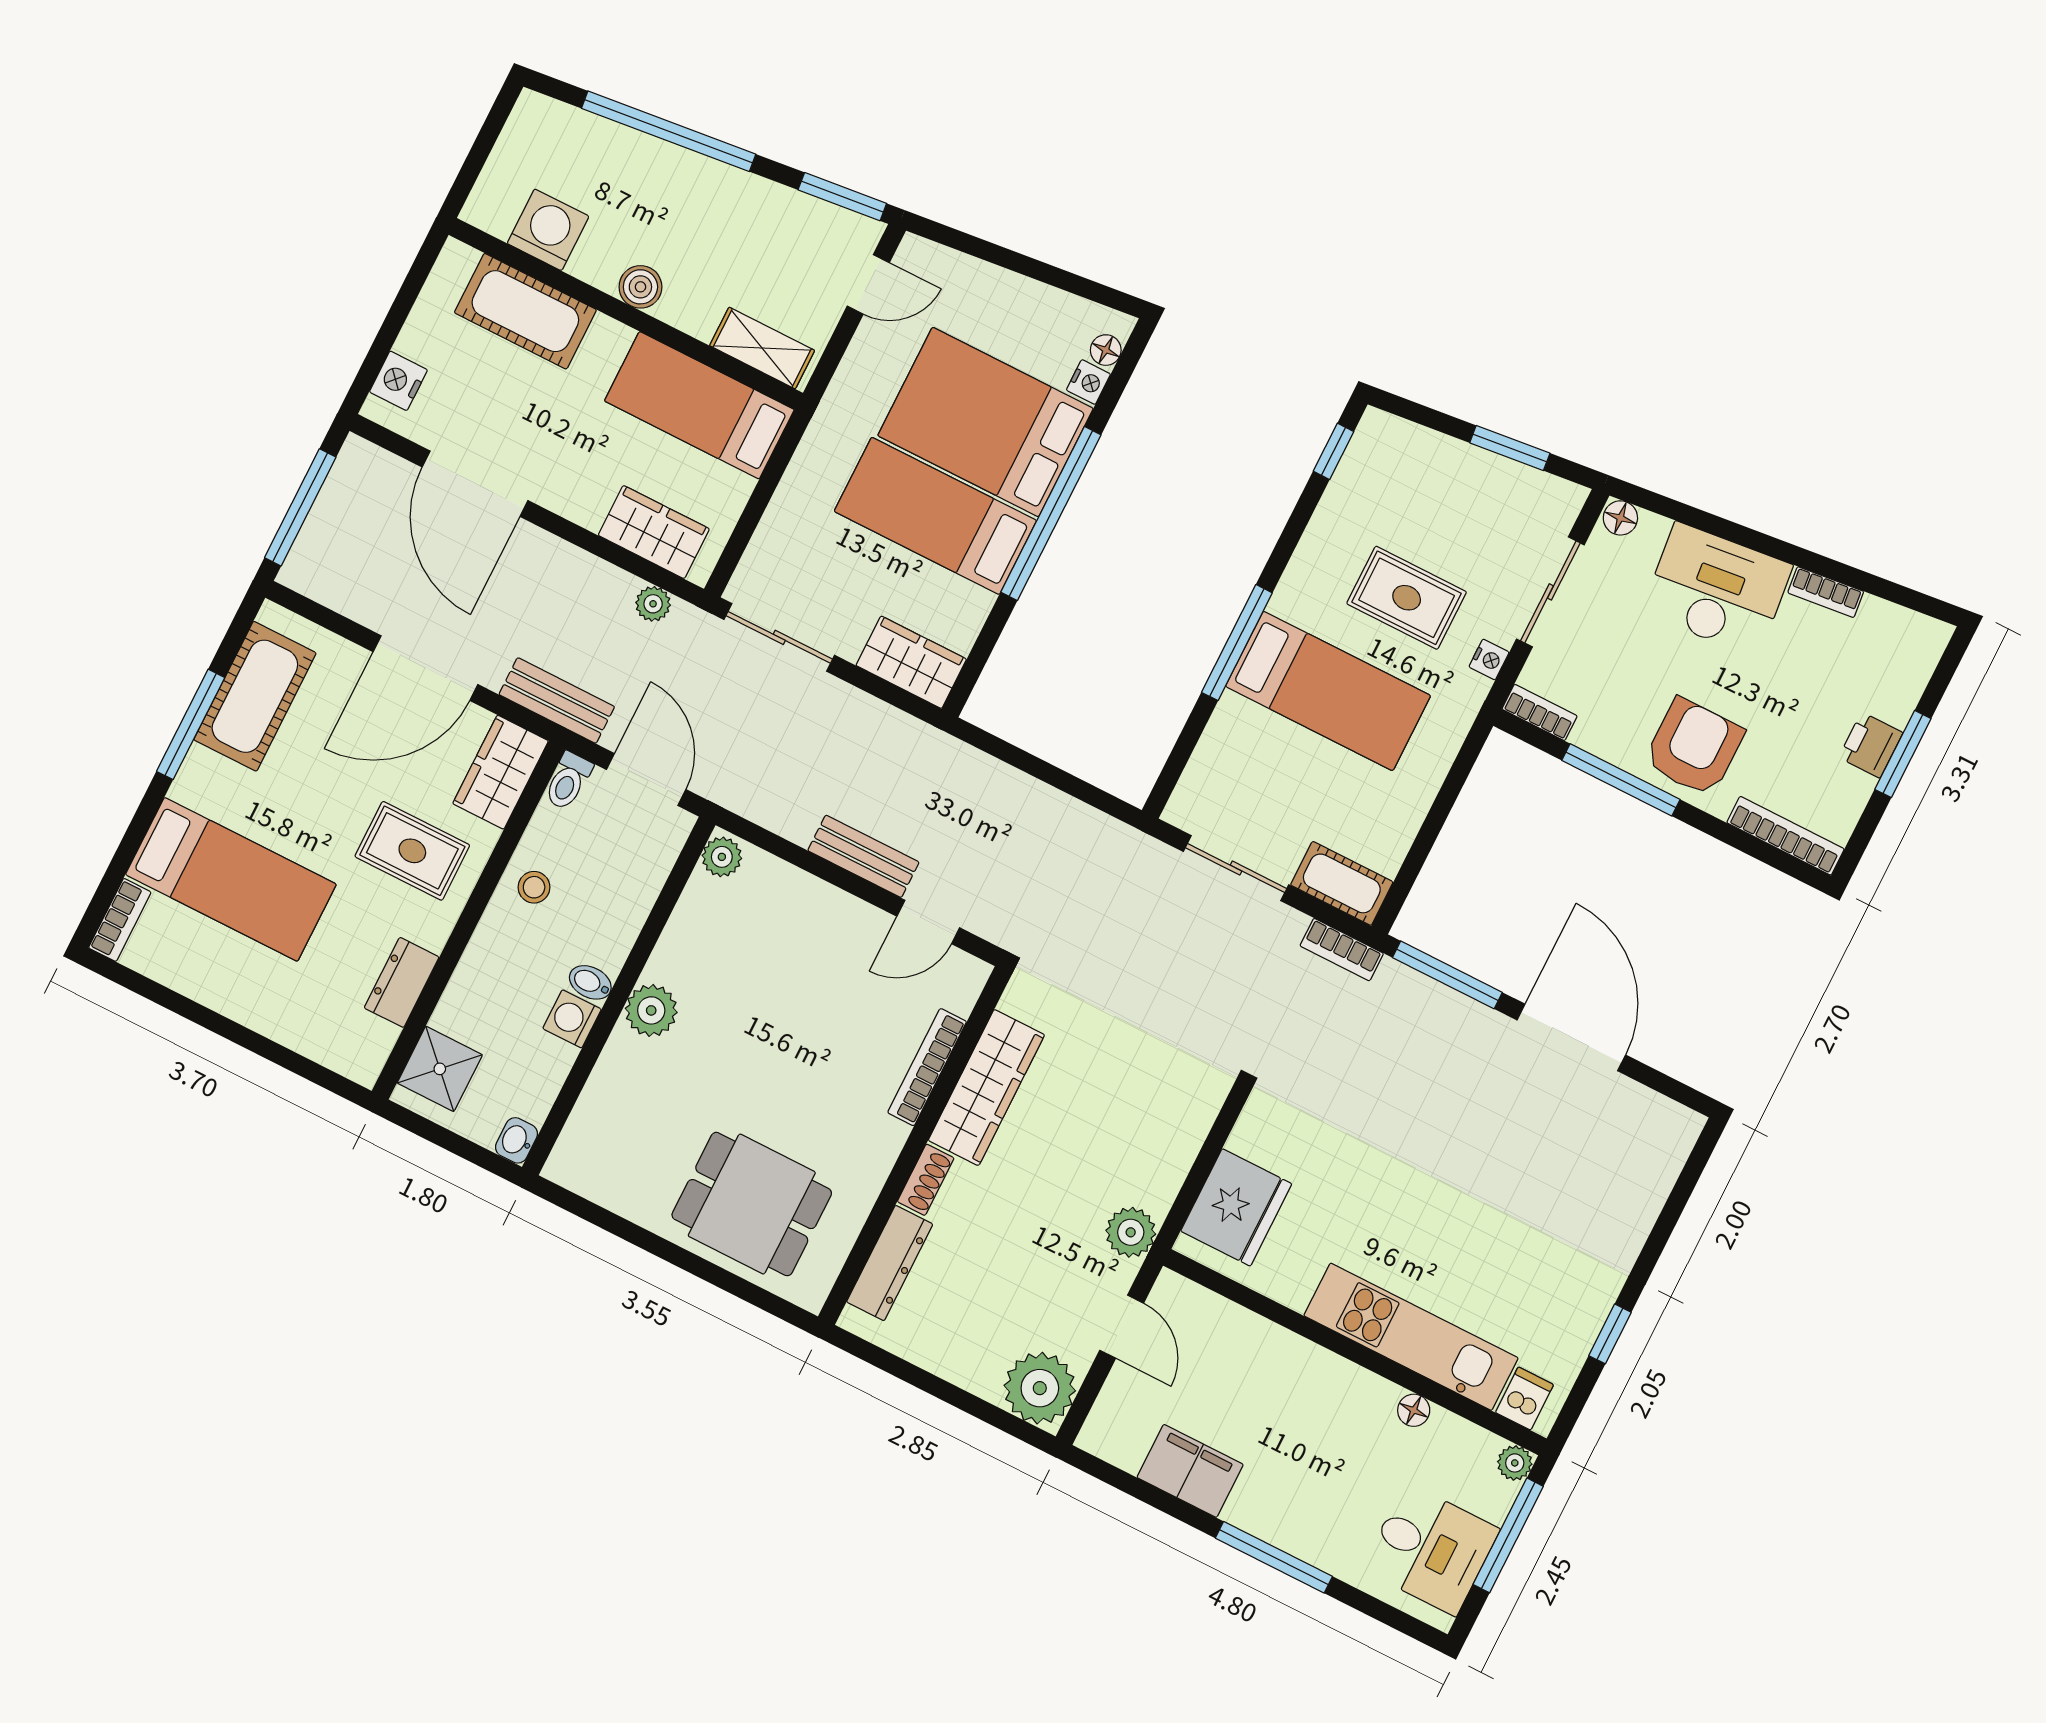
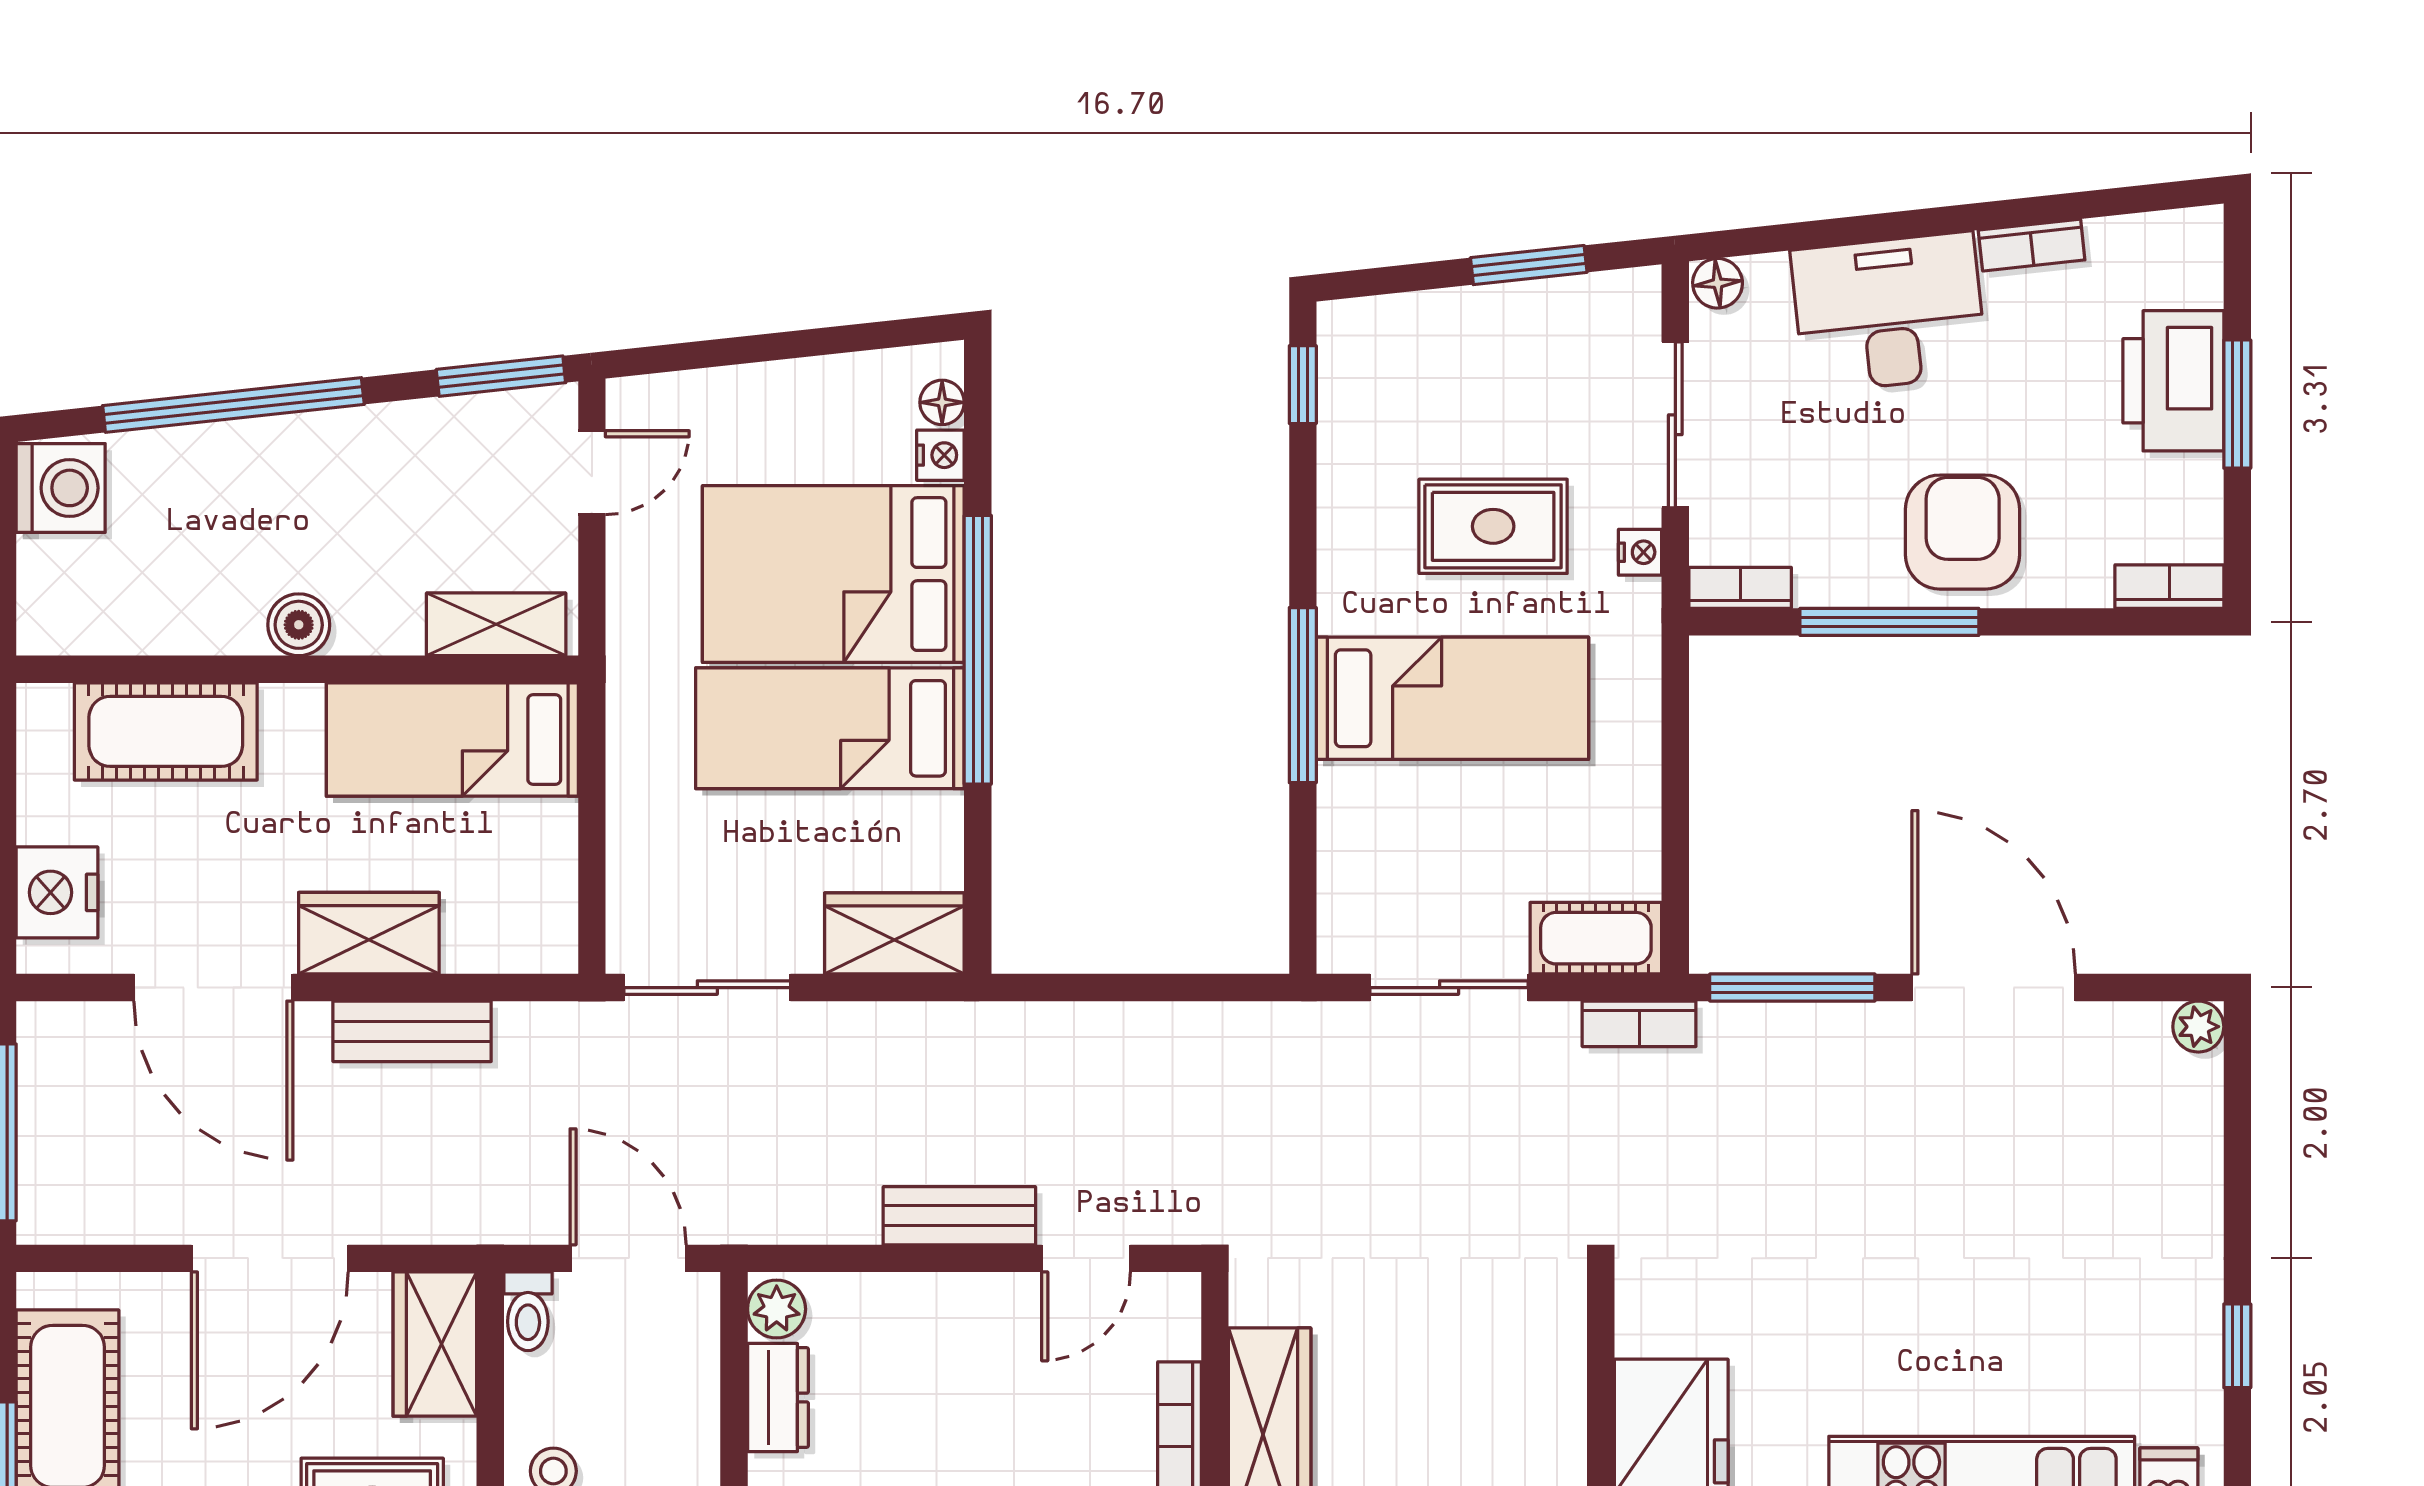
washing machine: (548, 230) -> (61, 488), moved, turned 90
nightstand: (398, 381) -> (57, 892), width x1.36, depth x1.33
wardrobe: (654, 532) -> (369, 933), moved
plant: (653, 604) -> (2198, 1027), moved
bench: (557, 701) -> (412, 1031), moved
printer: (1871, 745) -> (2173, 381), width x1.87, depth x1.48
bookcase: (1785, 836) -> (2169, 587), width x0.64
dresser: (695, 912) -> (778, 1397), added

